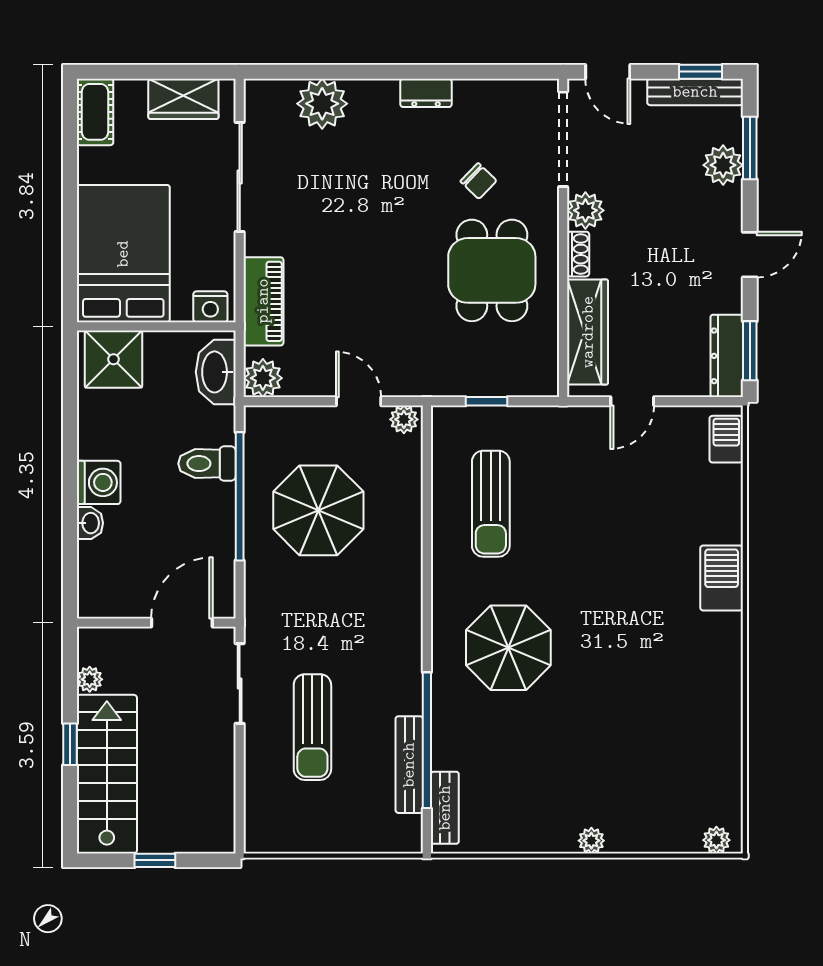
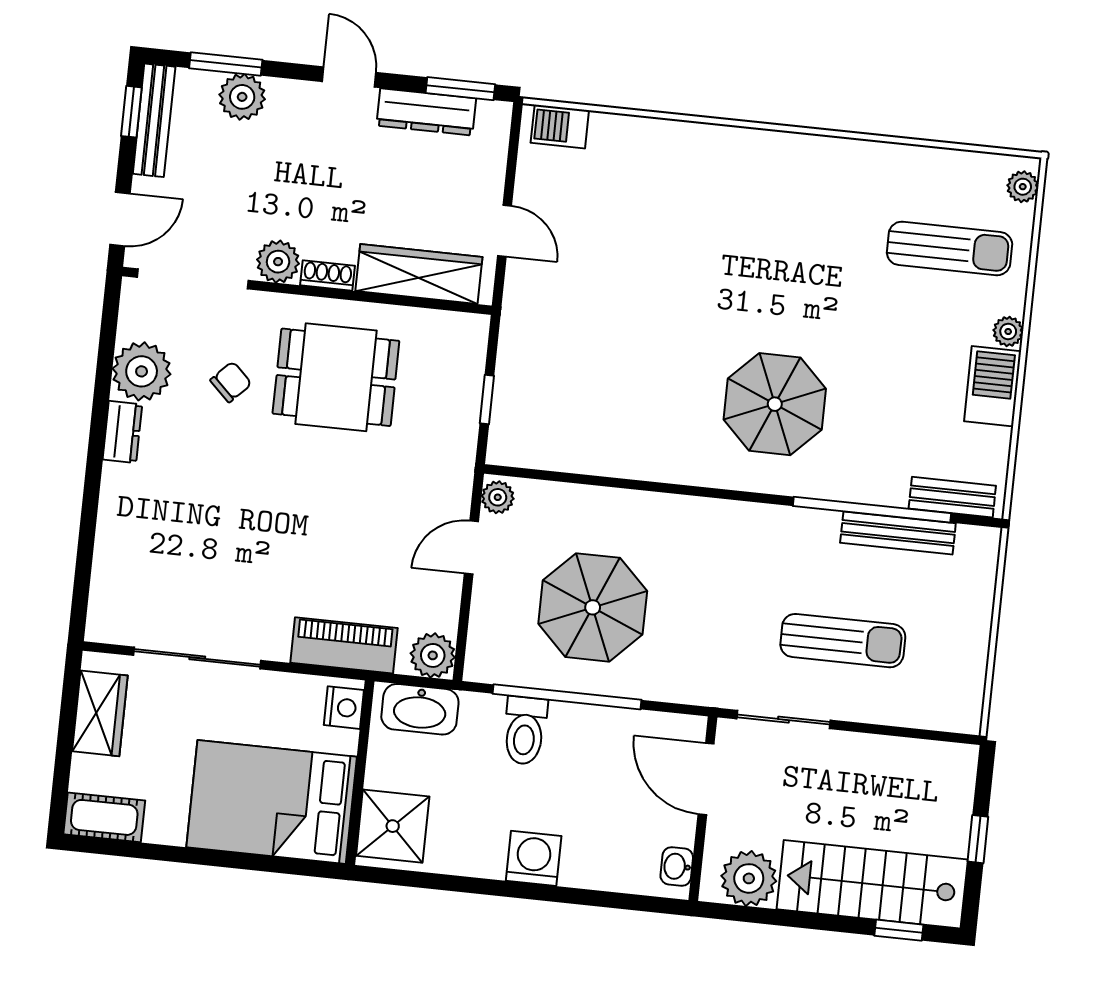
plant: (322, 104) -> (142, 371), moved
dresser: (727, 356) -> (426, 112), moved
sun lounger: (491, 504) -> (950, 248), moved
washbasin: (90, 523) -> (677, 866), moved, turned -90
barbecue: (722, 578) -> (993, 386), moved, turned 90
plant: (90, 679) -> (749, 878), width x1.87, depth x1.87
window: (70, 744) -> (899, 930), moved

